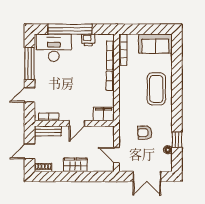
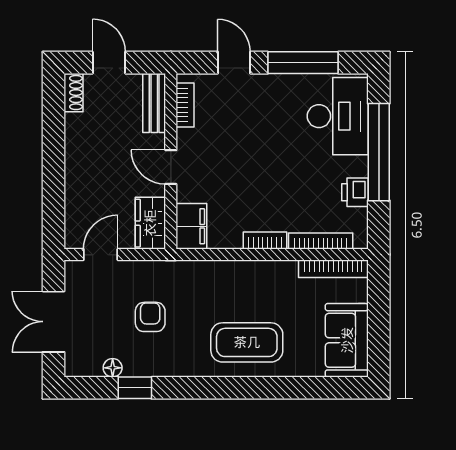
wardrobe: (75, 165) -> (150, 223), moved, turned 180

